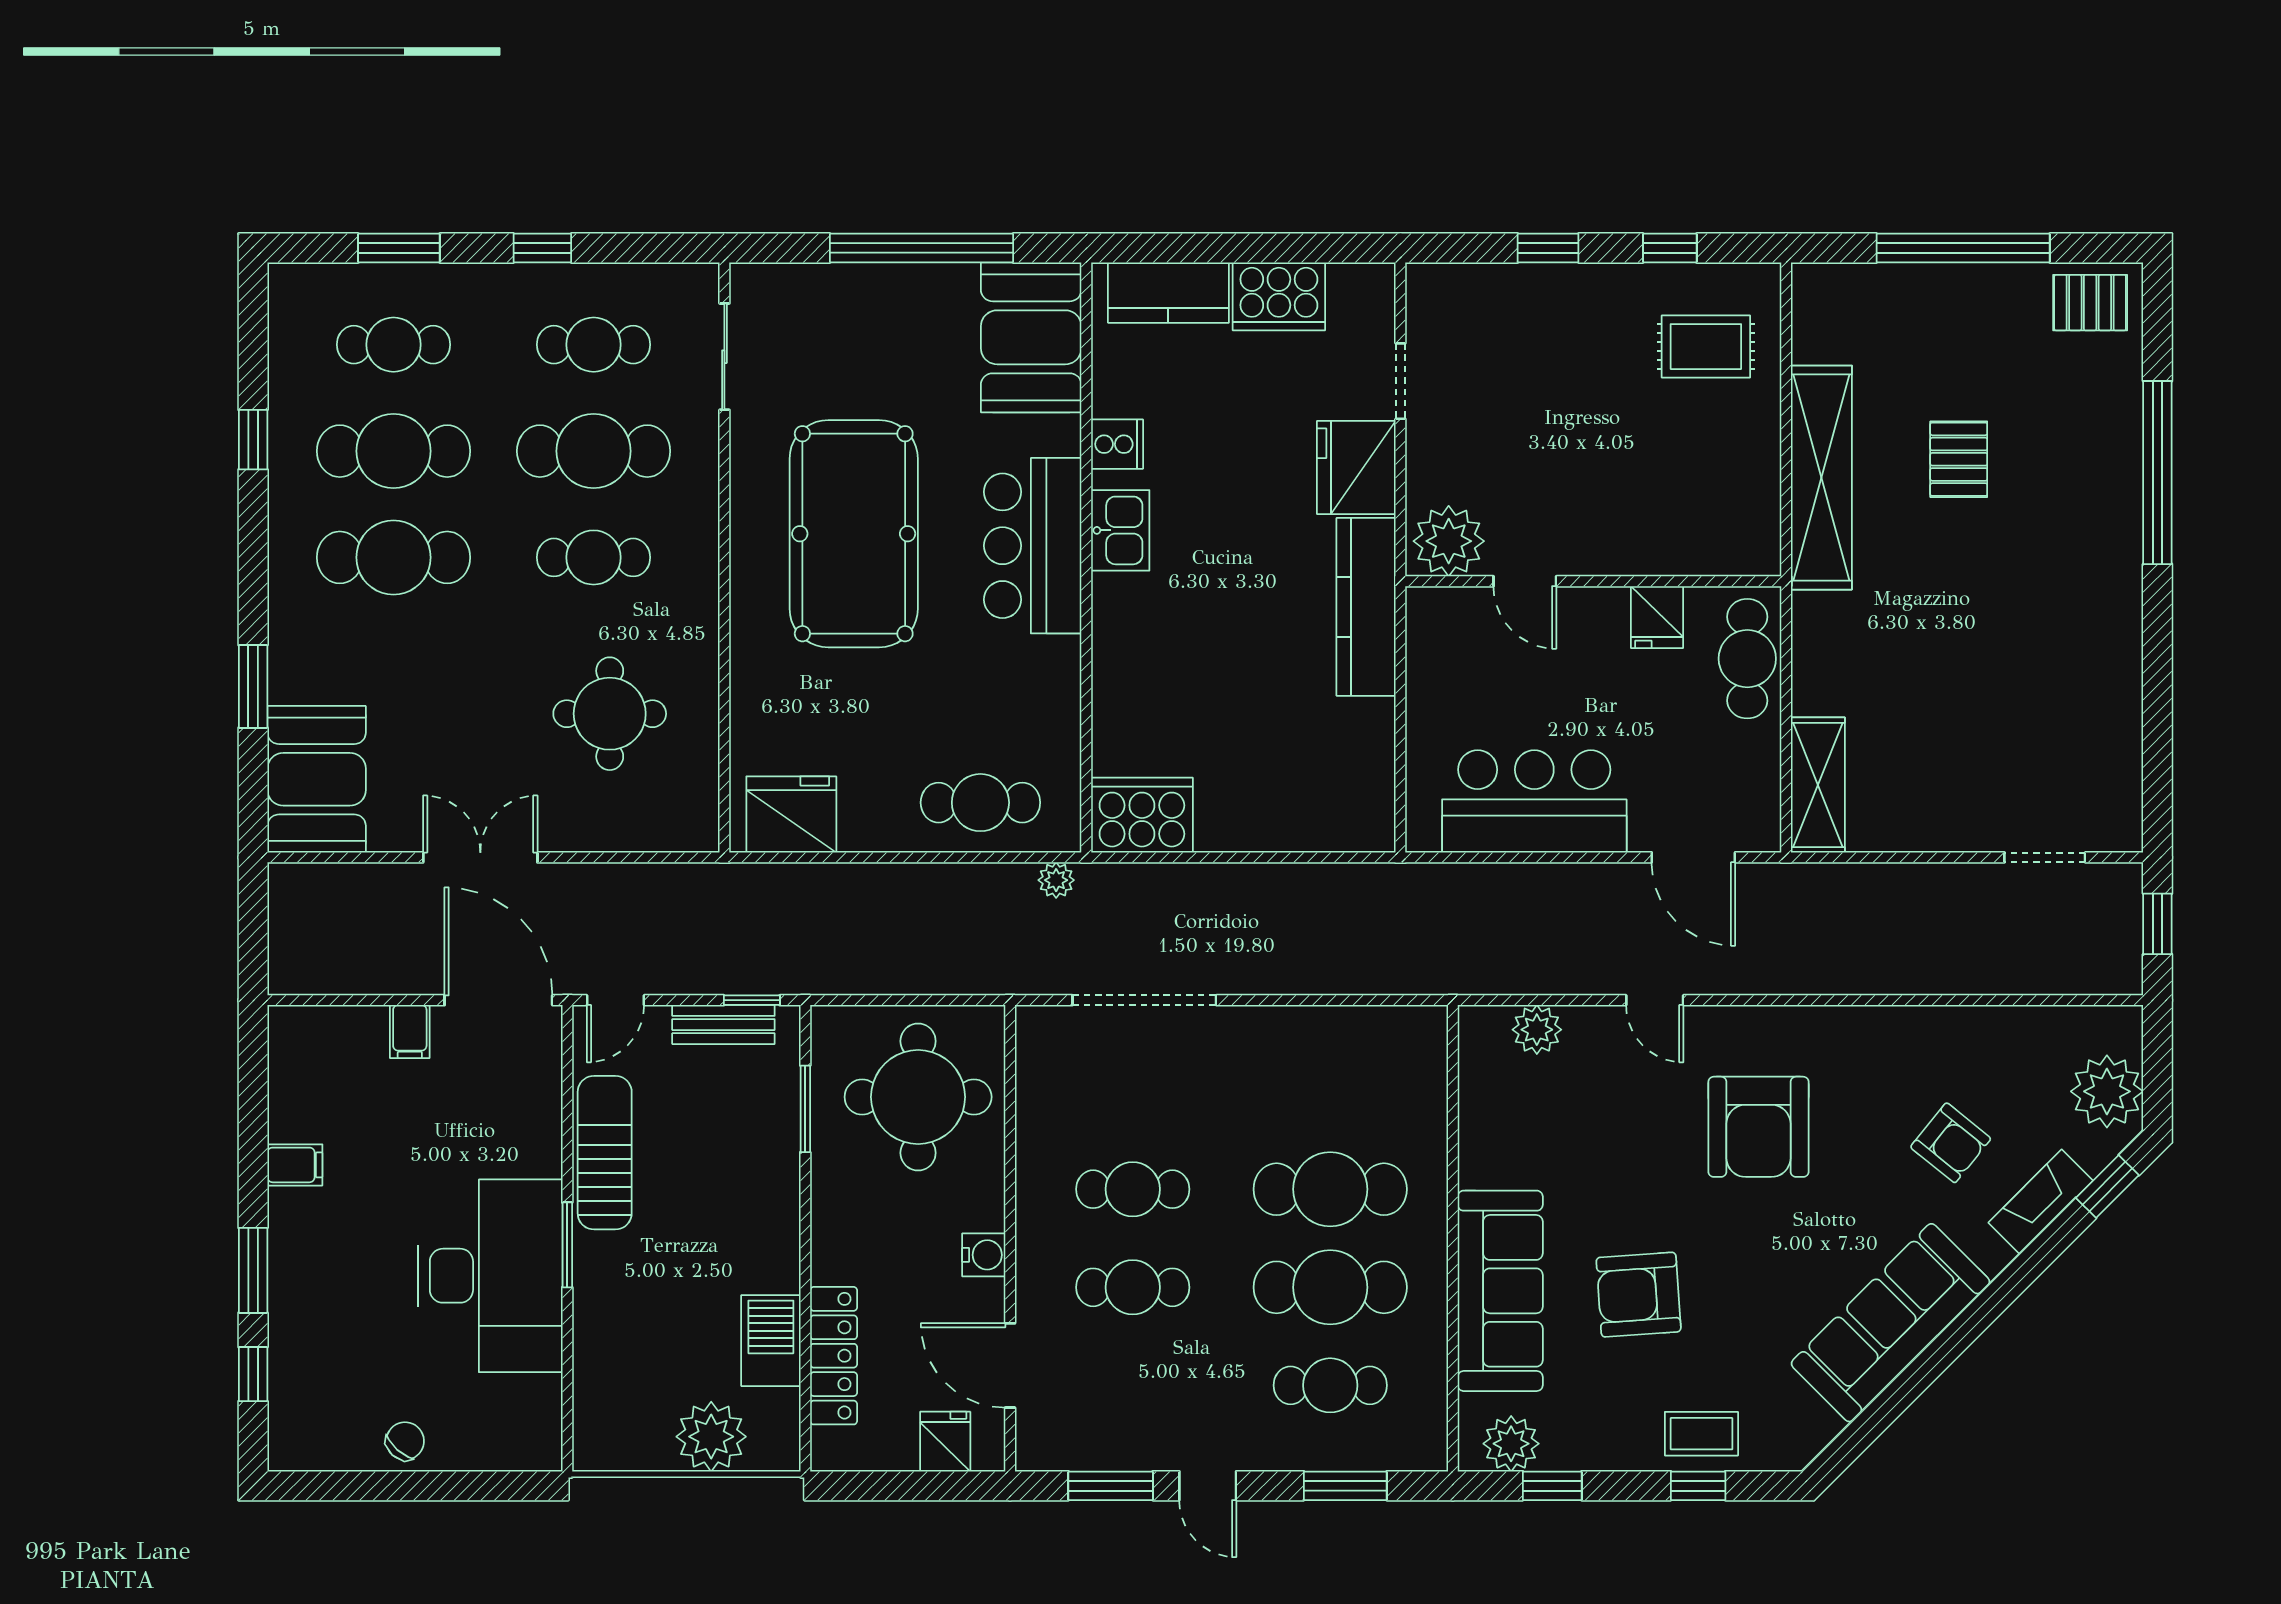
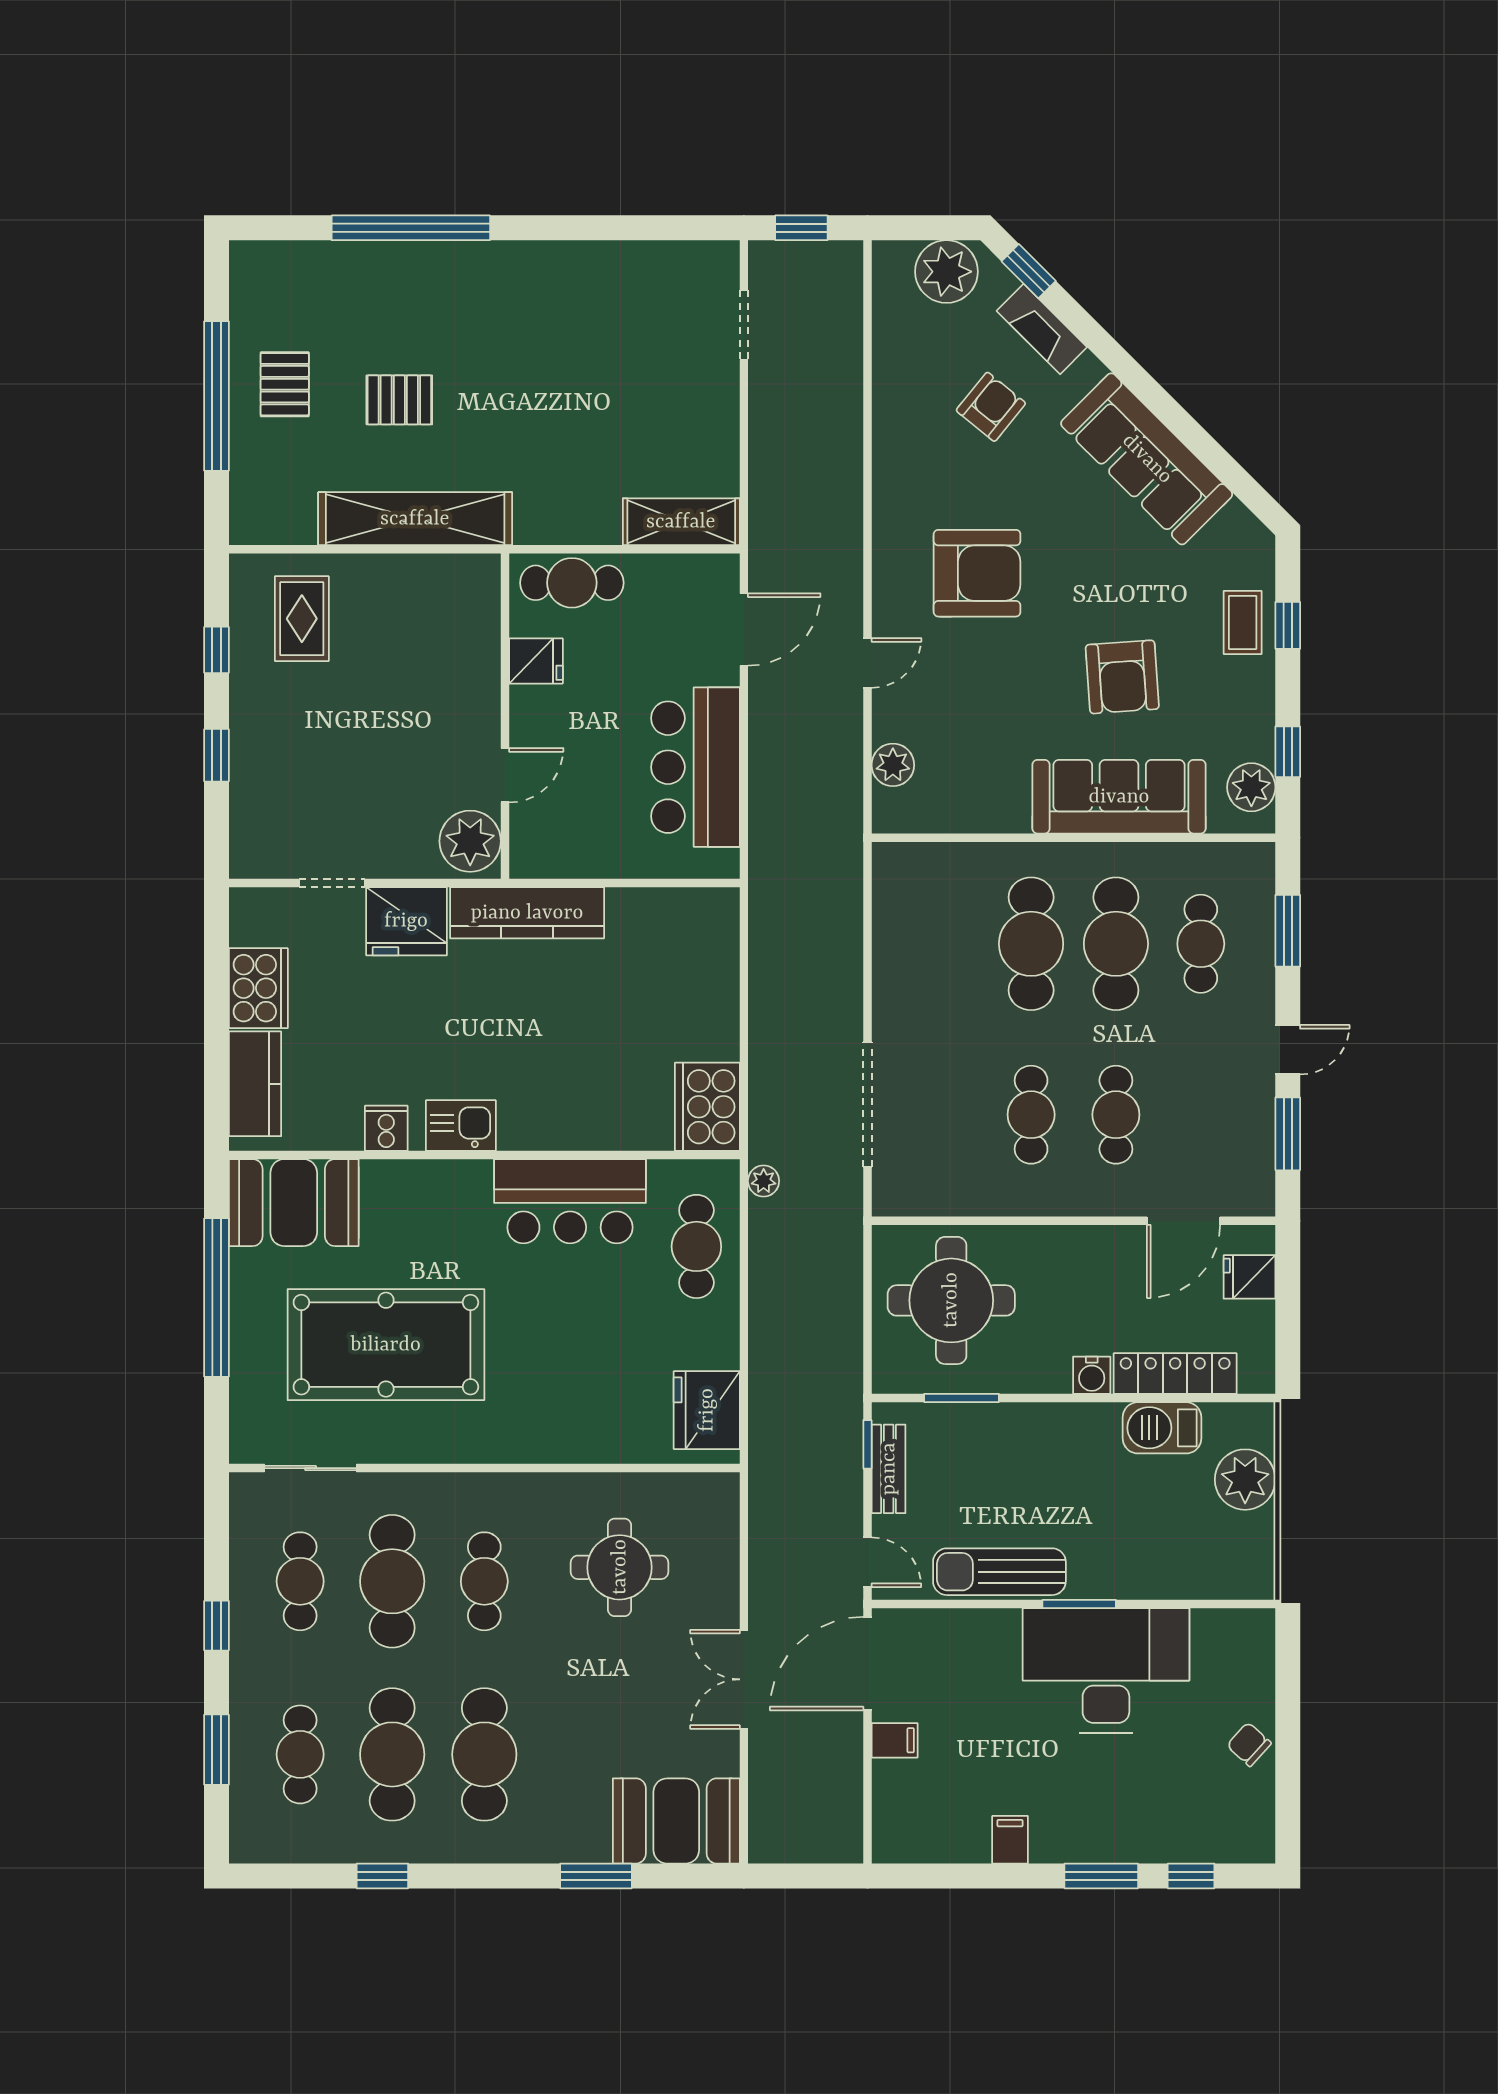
pallet: (2090, 303) -> (285, 384), moved
pool table: (854, 534) -> (386, 1345), moved
bar counter: (1033, 546) -> (570, 1201), moved
water cooler: (984, 1255) -> (1092, 1375), moved, turned 180

